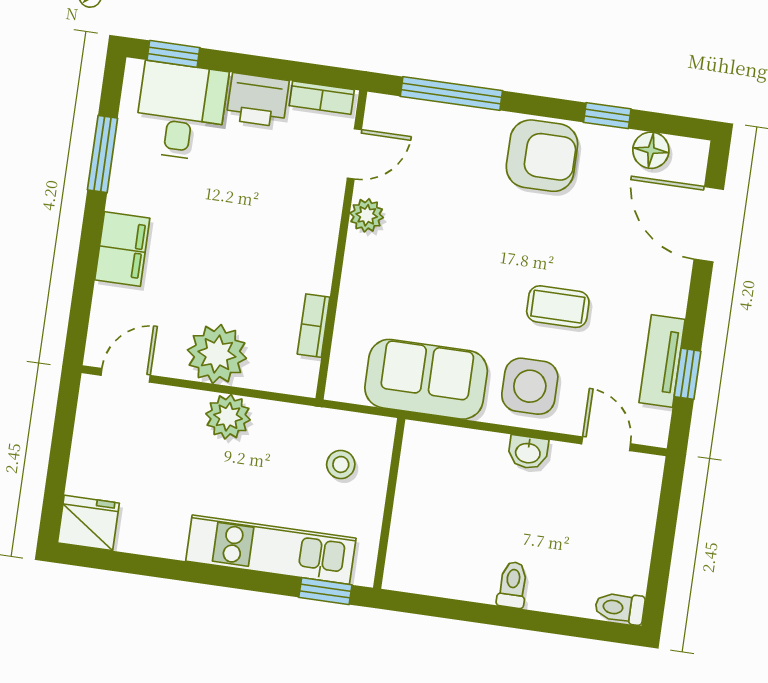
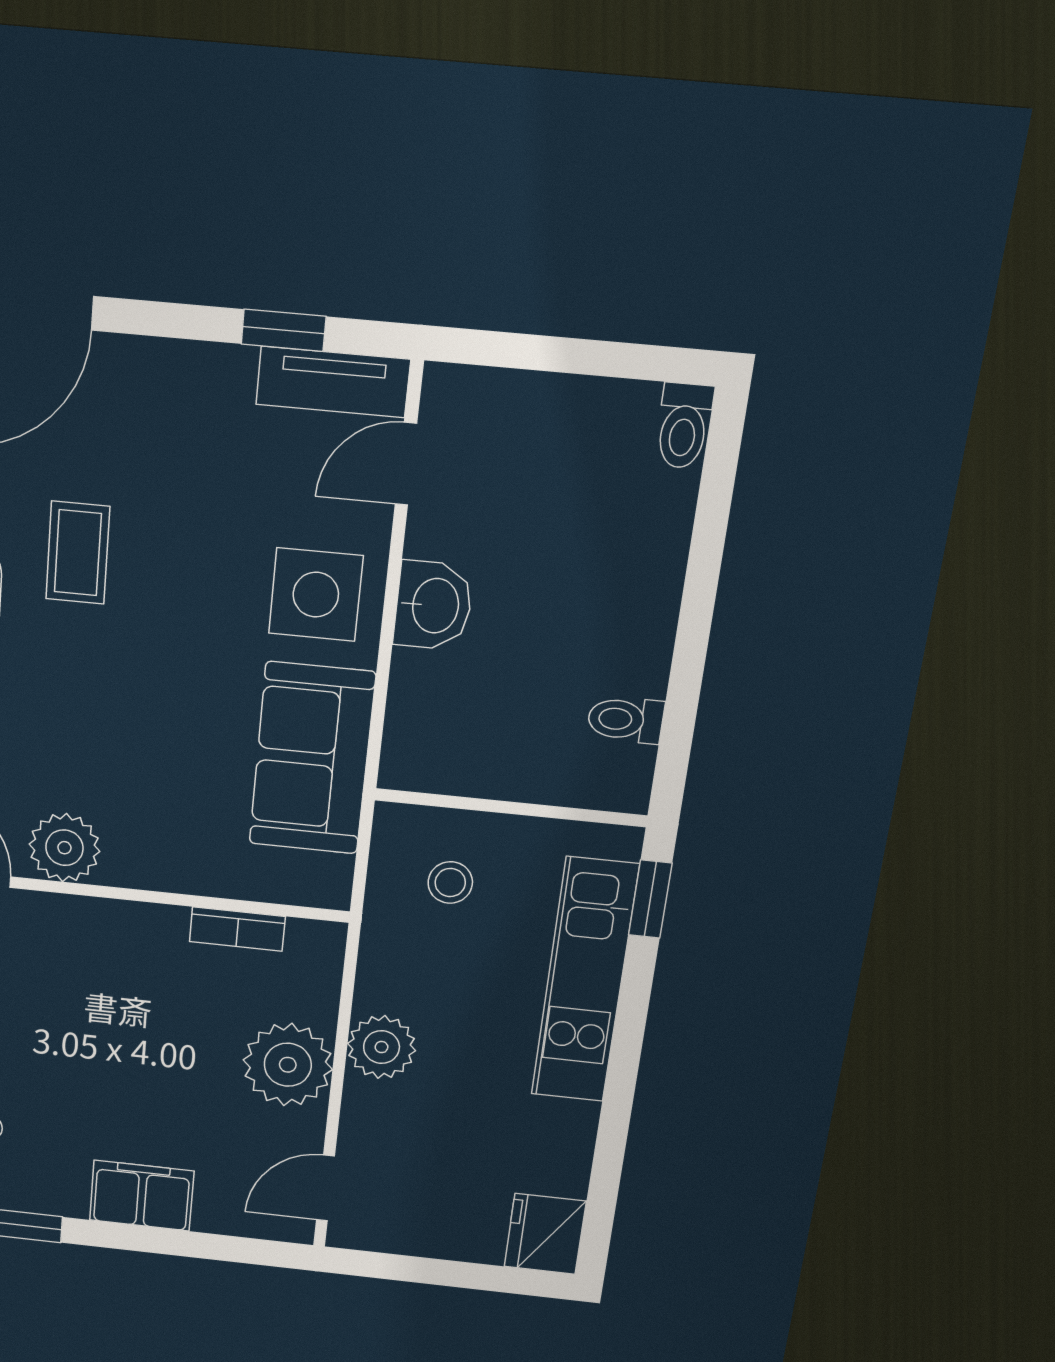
plant: (367, 215) -> (64, 848), width x1.38, depth x1.38
coffee table: (558, 307) -> (78, 553), moved
tv unit: (662, 361) -> (333, 382), moved
door: (126, 375) -> (325, 1188), hinge flipped
washbasin: (528, 452) -> (433, 606), width x1.38, depth x1.45
toilet: (513, 585) -> (626, 720), moved

